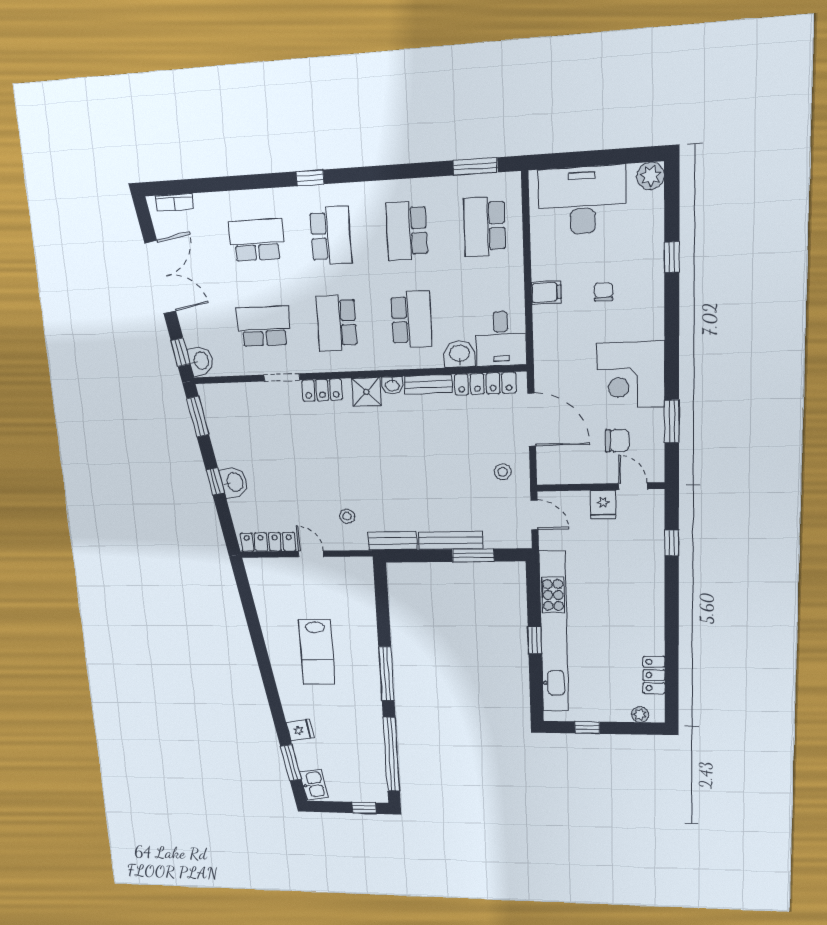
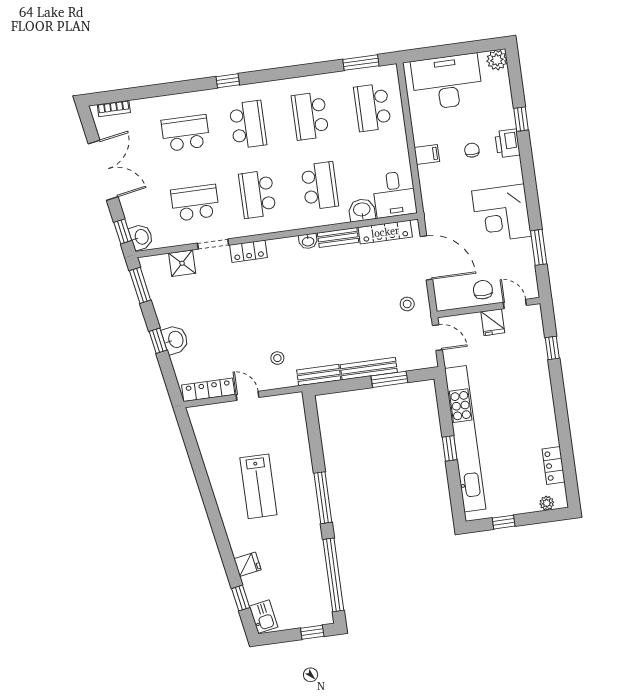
printer: (650, 287) -> (507, 143), added
shower: (366, 392) -> (182, 263), moved
chair: (617, 441) -> (483, 290), moved, turned -90
window: (291, 763) -> (241, 598), width x0.67

